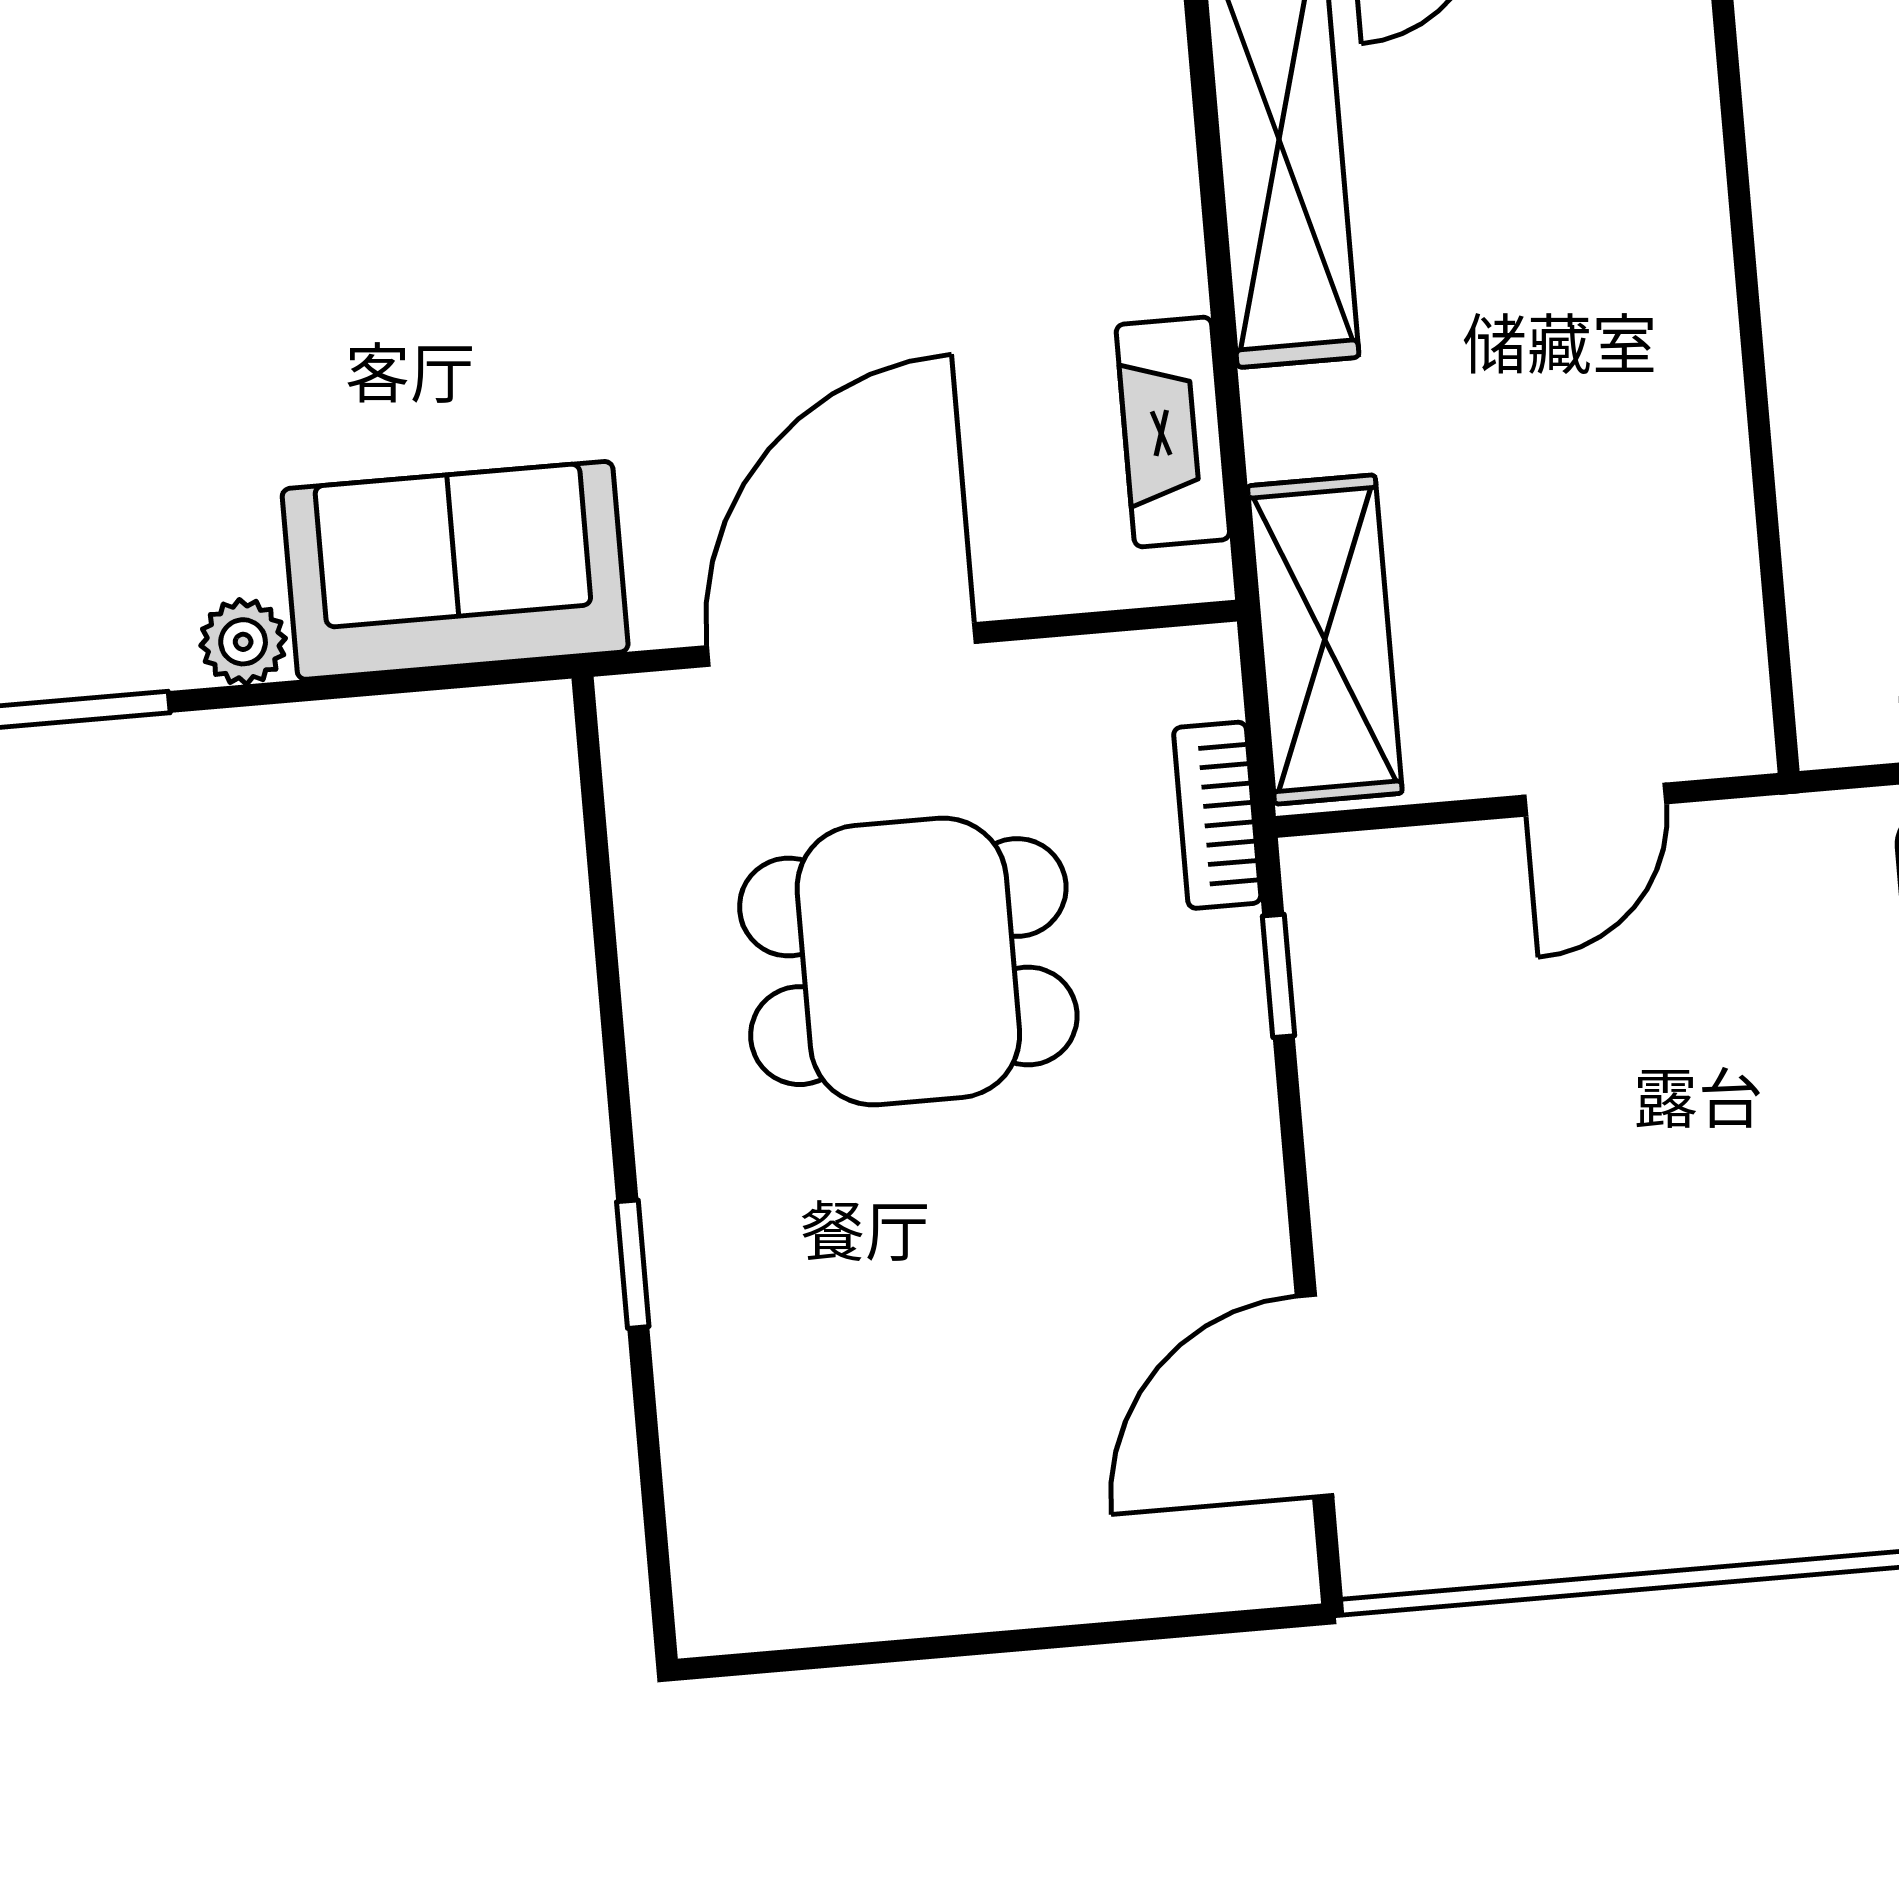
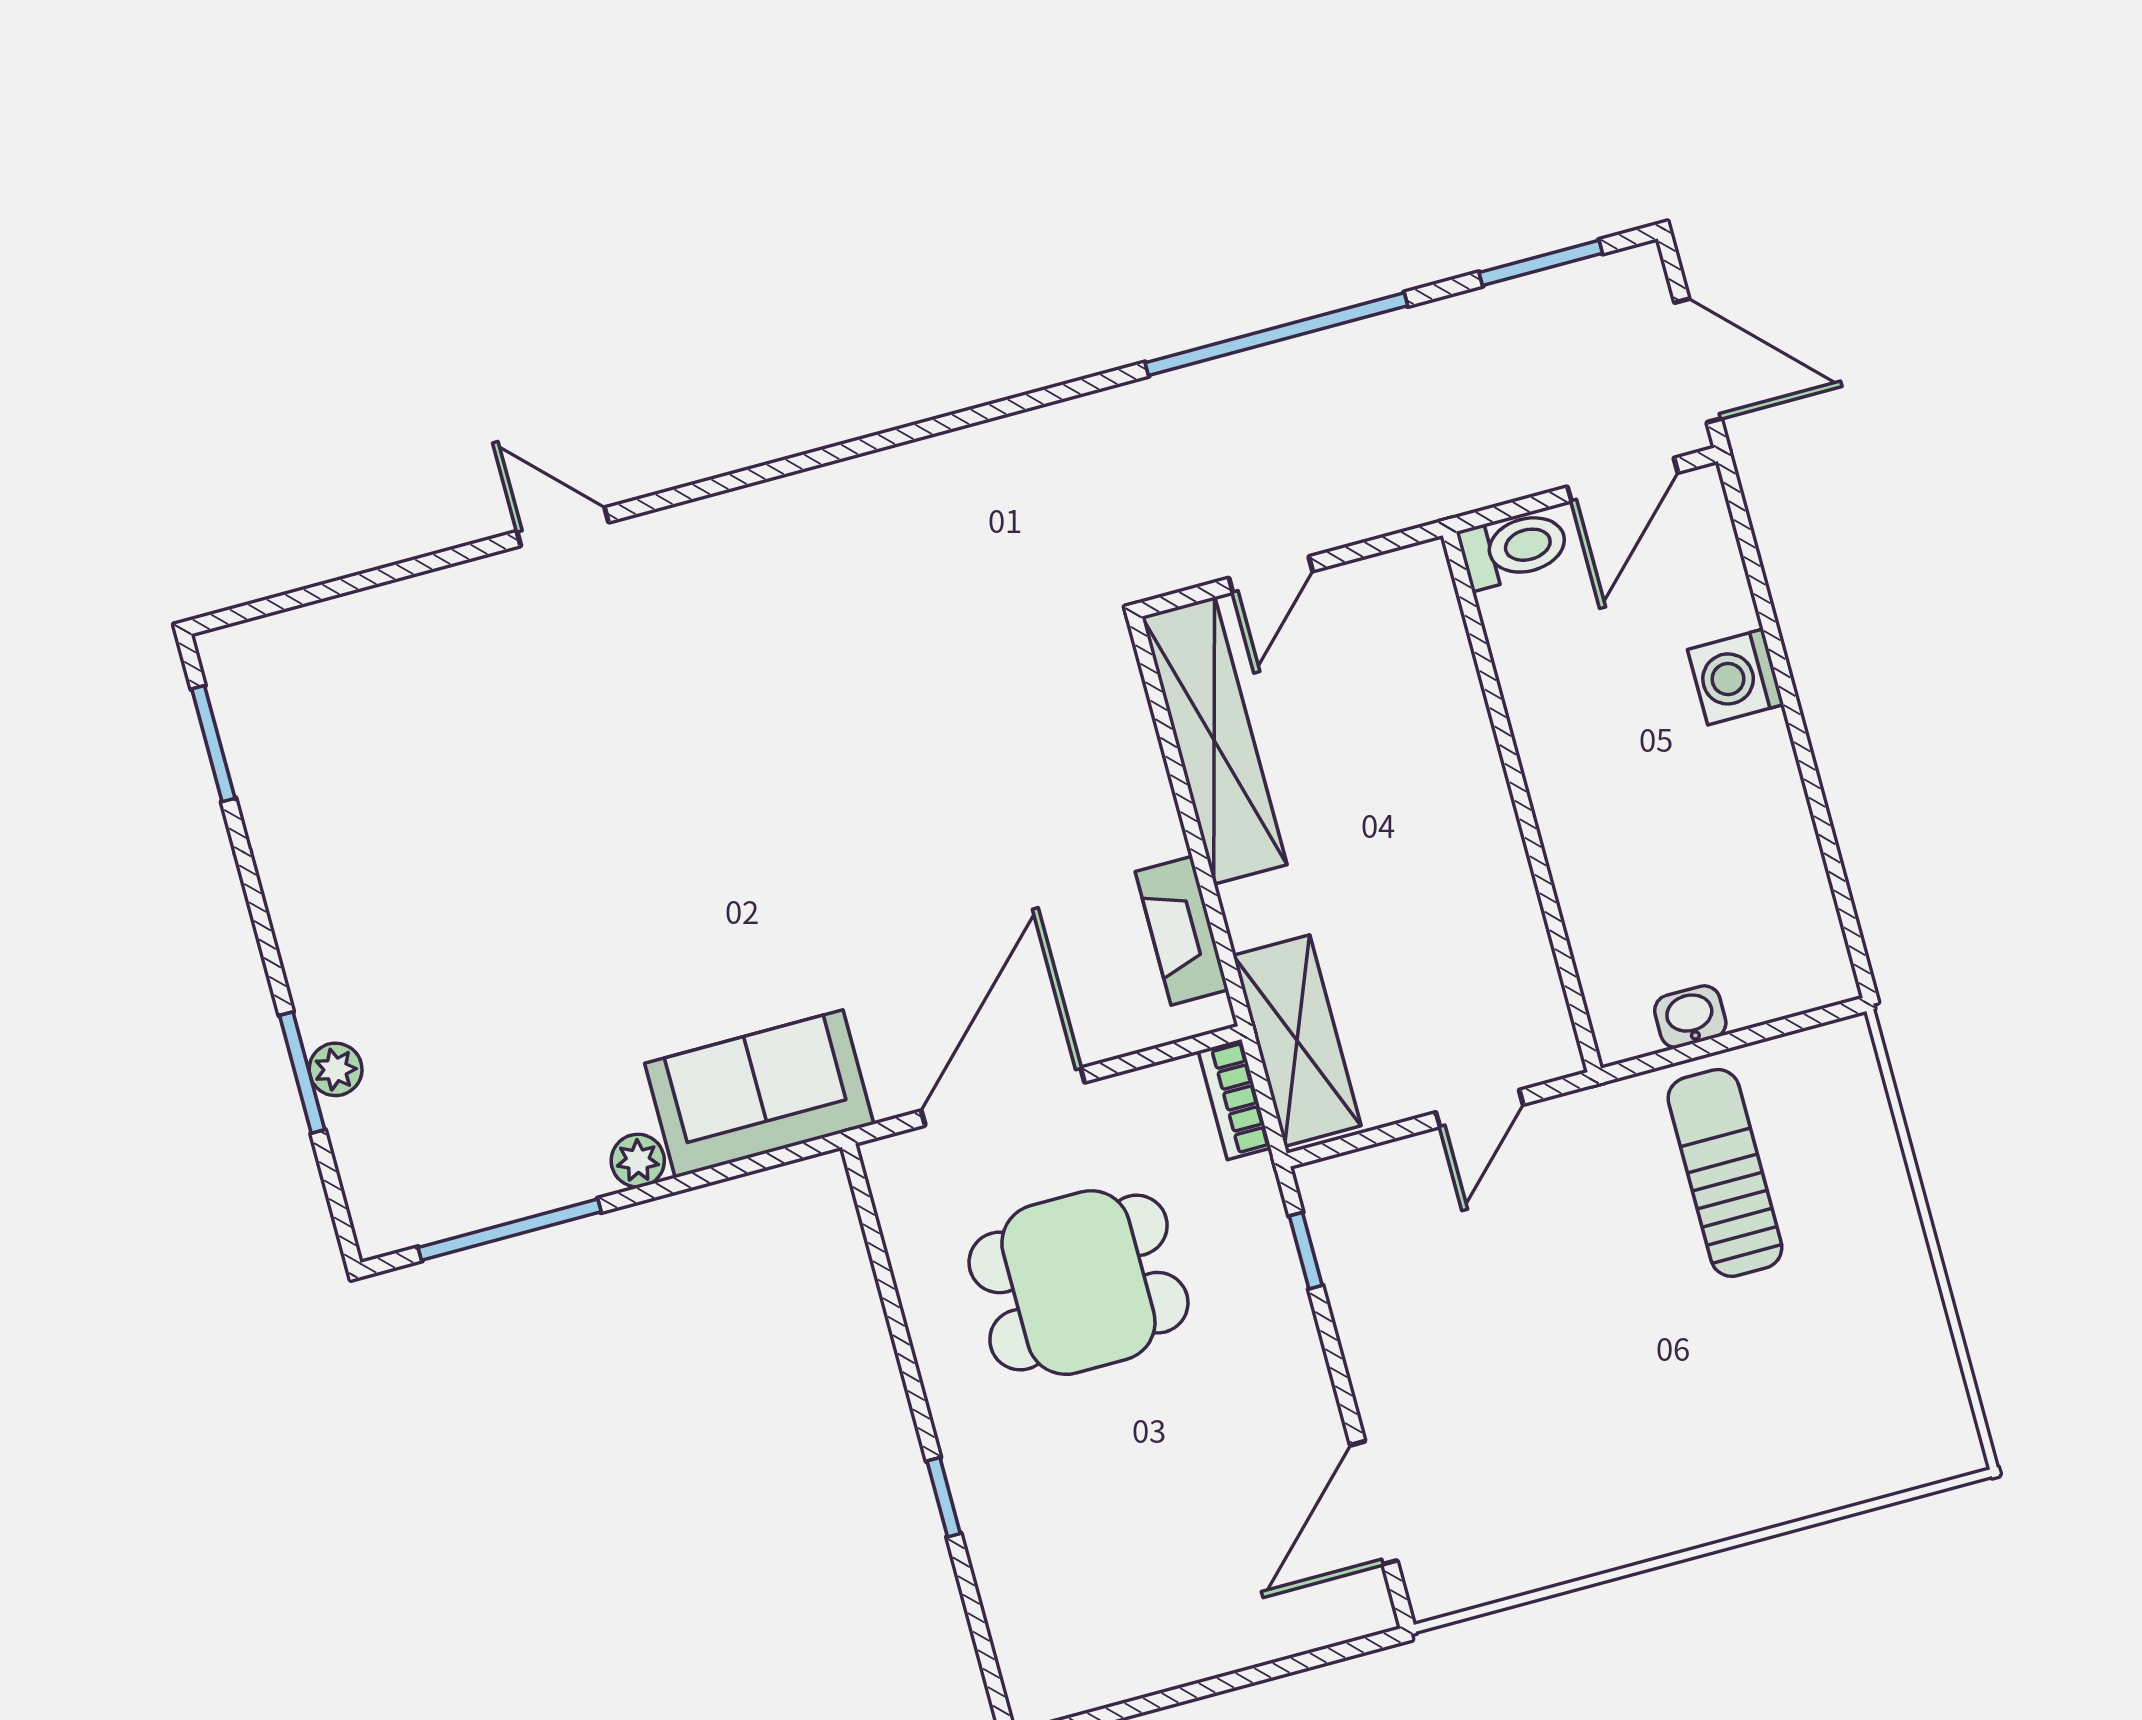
bookcase: (1217, 815) -> (1235, 1100), moved

